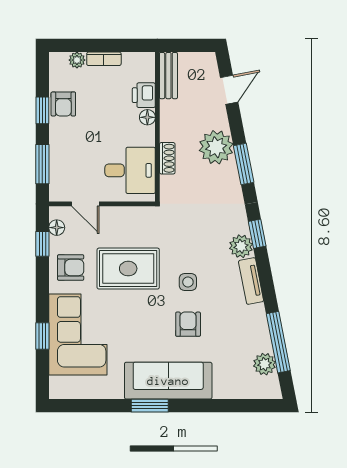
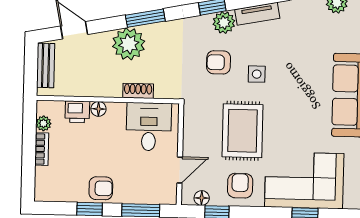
plant: (77, 60) -> (43, 123), moved
bench: (168, 76) -> (46, 65), moved, turned 90
armchair: (63, 104) -> (101, 188), moved
armchair: (188, 324) -> (219, 62), moved

